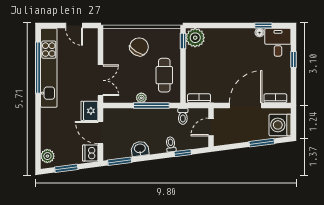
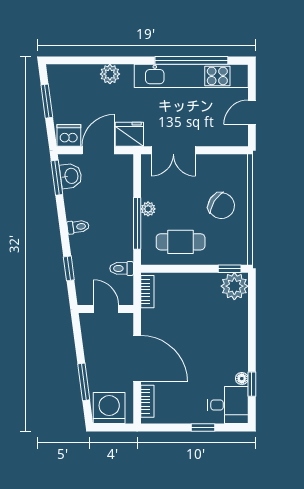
toilet: (171, 144) -> (78, 227), moved
washbasin: (140, 149) -> (71, 176), moved
plant: (47, 156) -> (110, 74), moved

